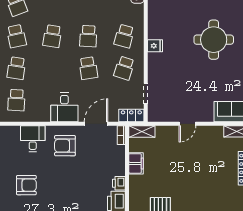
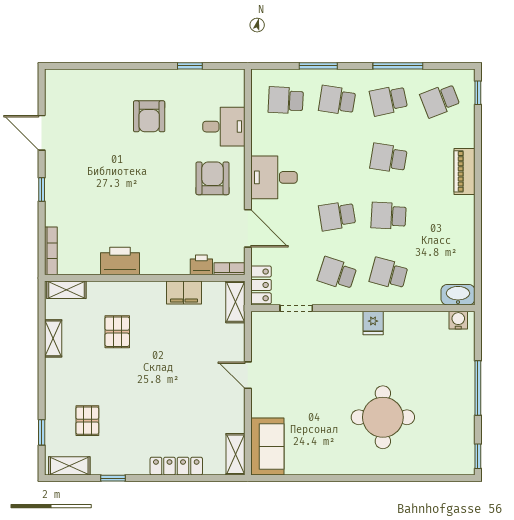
printer: (119, 183) -> (201, 265), moved

